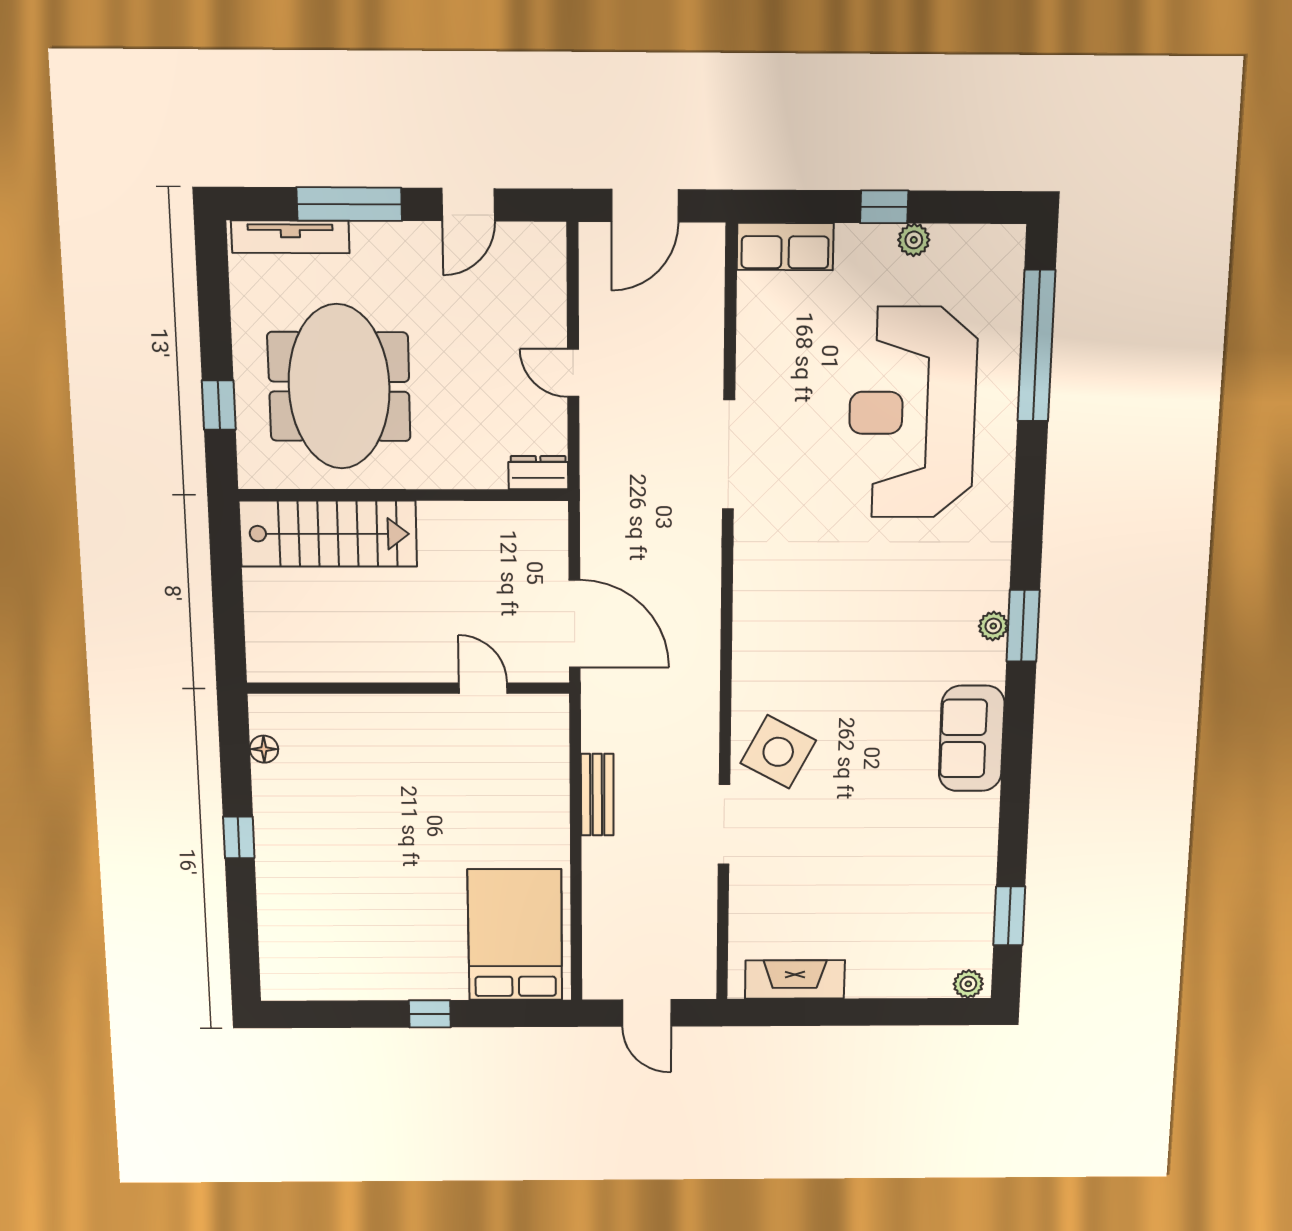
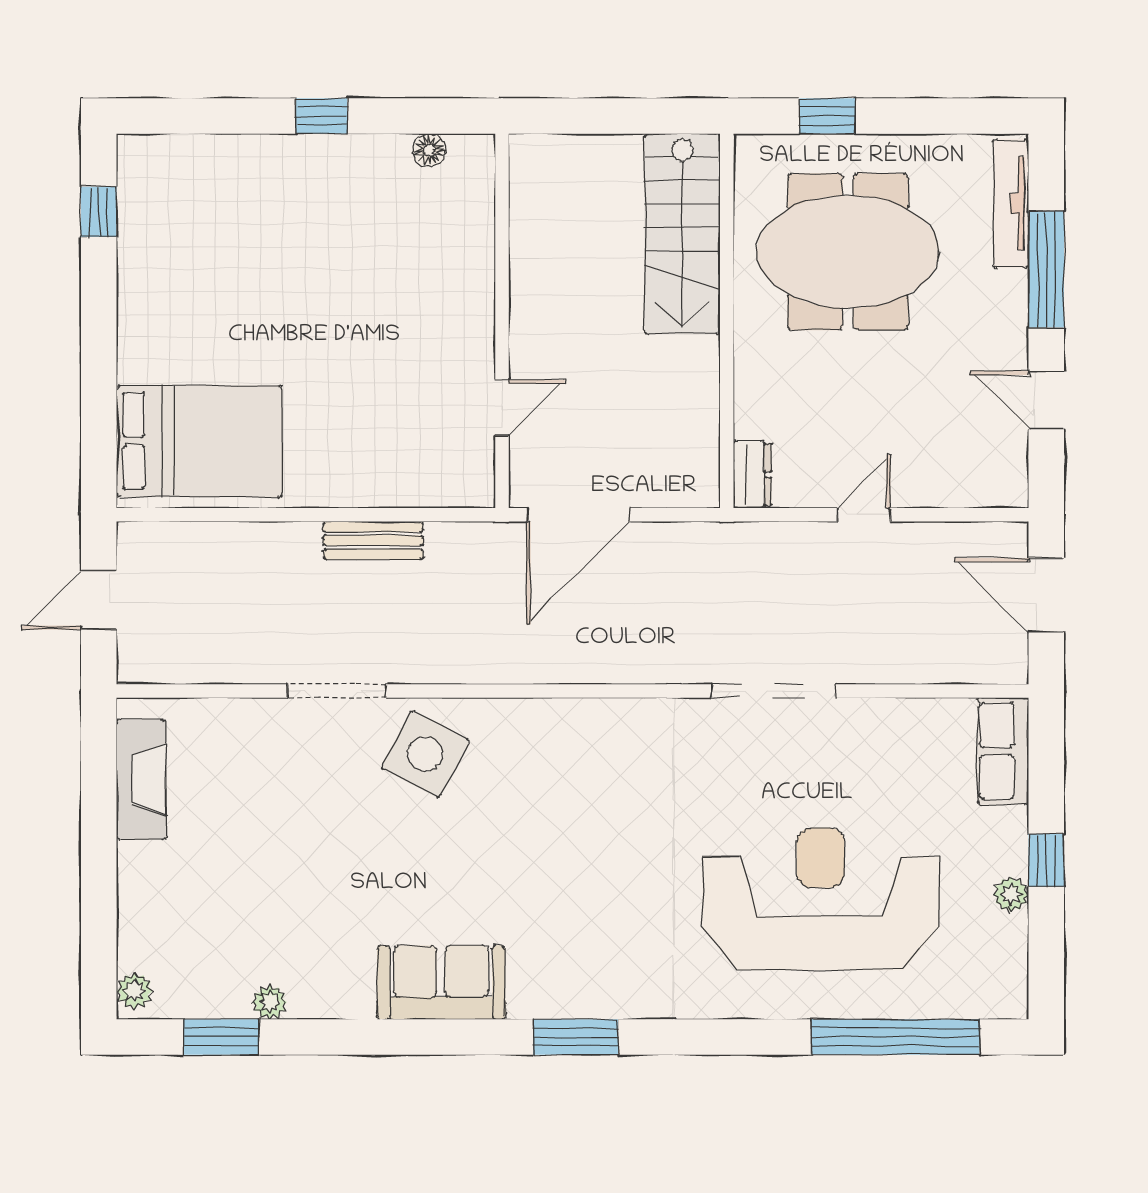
plant: (993, 626) -> (270, 1002), moved
window: (430, 1014) -> (99, 212), moved

